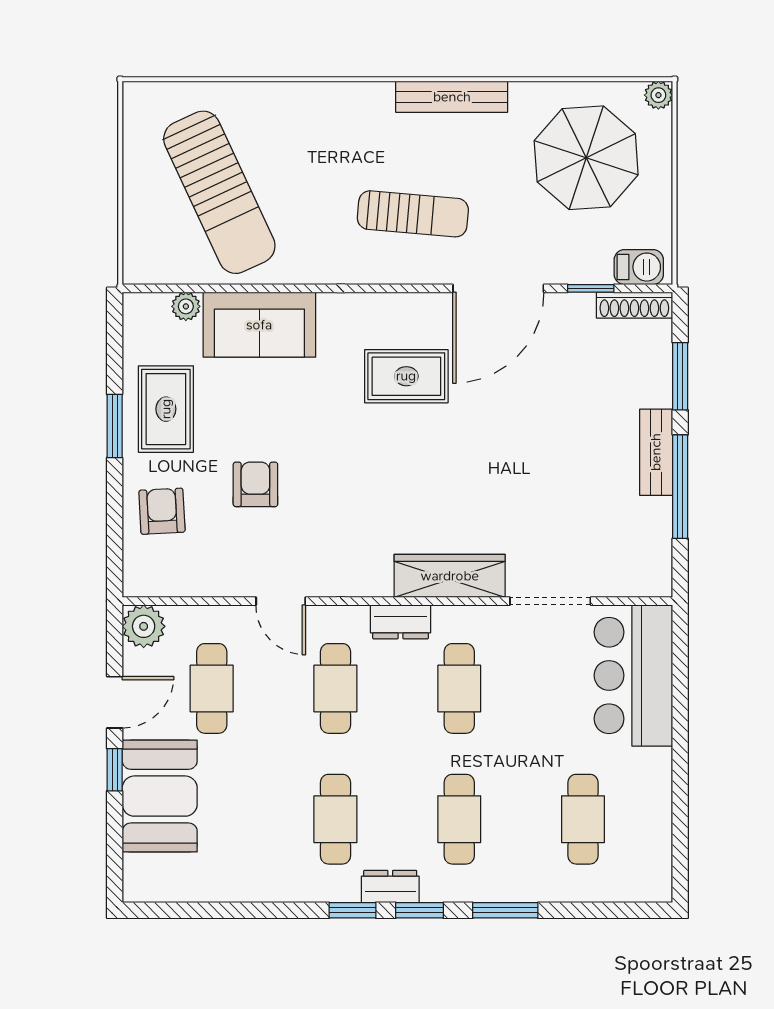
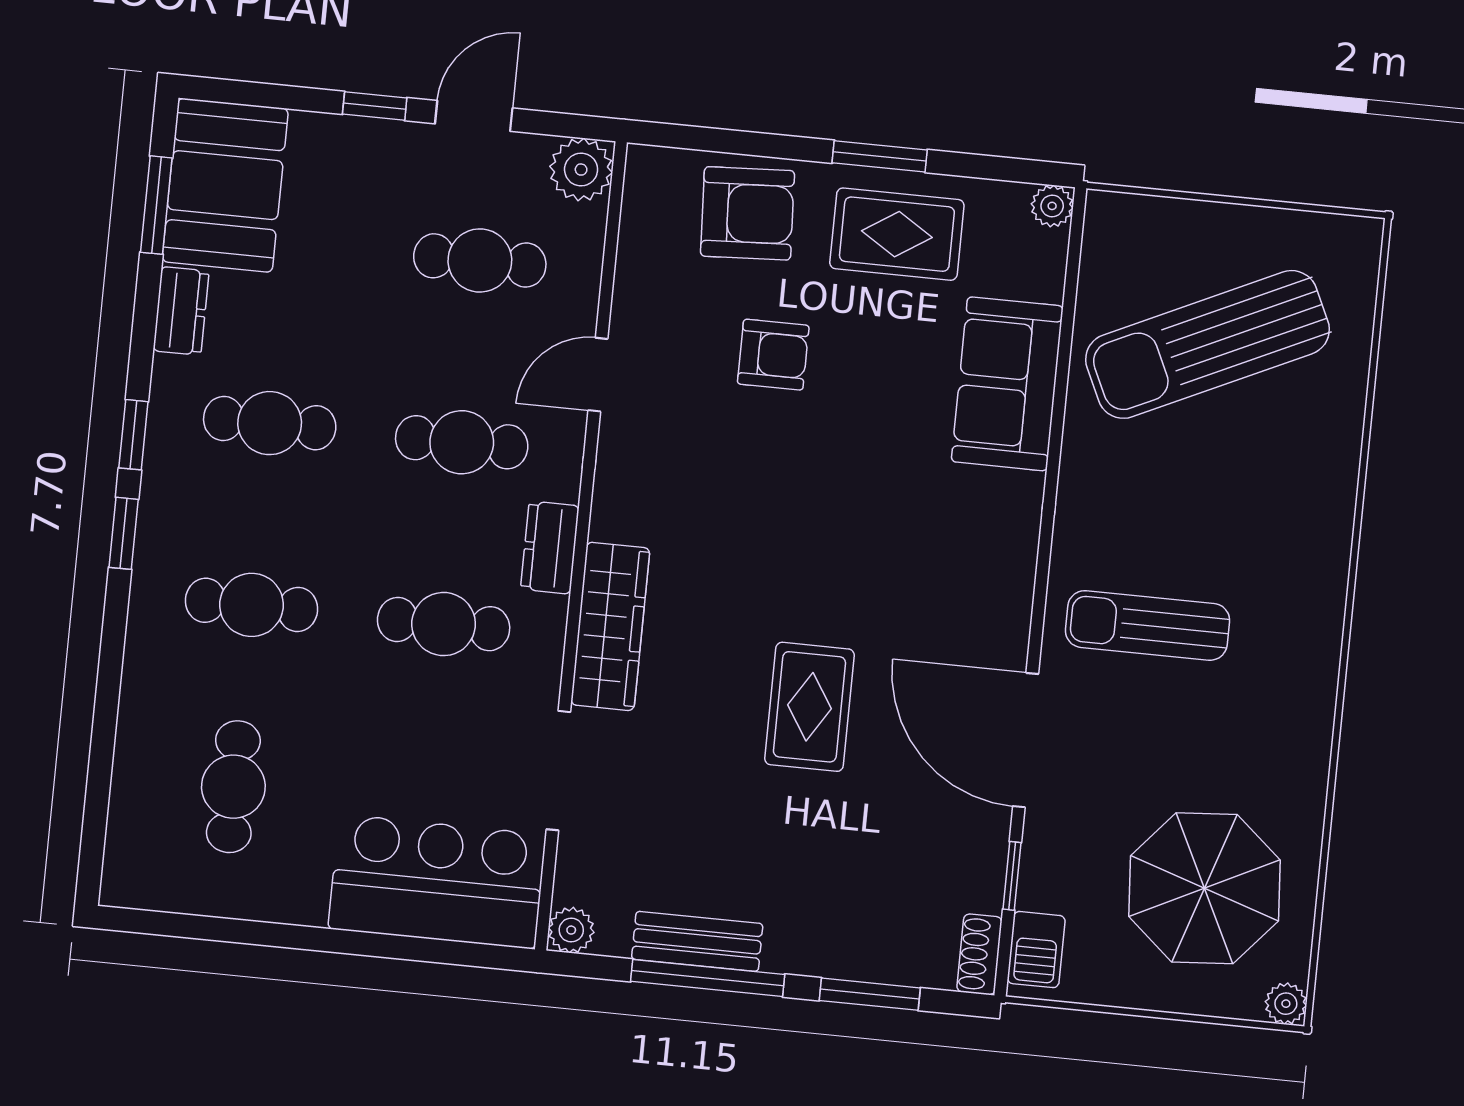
bench: (452, 97) -> (1314, 700), removed
sun lounger: (413, 214) -> (1147, 625), turned 85
shoe rack: (634, 305) -> (979, 954), width x0.70
plant: (186, 306) -> (1052, 206), moved
rug: (406, 376) -> (809, 707), moved
bench: (656, 452) -> (697, 941), moved
armchair: (162, 511) -> (748, 213), width x1.38, depth x1.38
plant: (657, 582) -> (571, 930), added
door: (115, 702) -> (474, 116), swing flipped
booth: (160, 796) -> (225, 185), moved, turned 90
cafe table: (583, 819) -> (233, 787), turned 90
dresser: (390, 886) -> (181, 311), moved
window: (505, 910) -> (156, 205), moved

